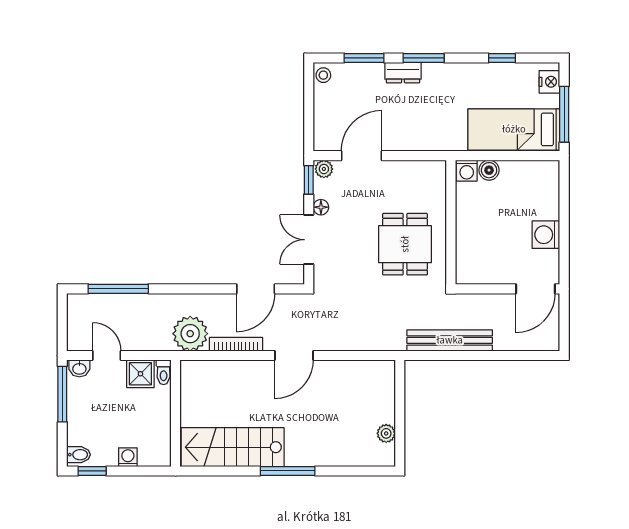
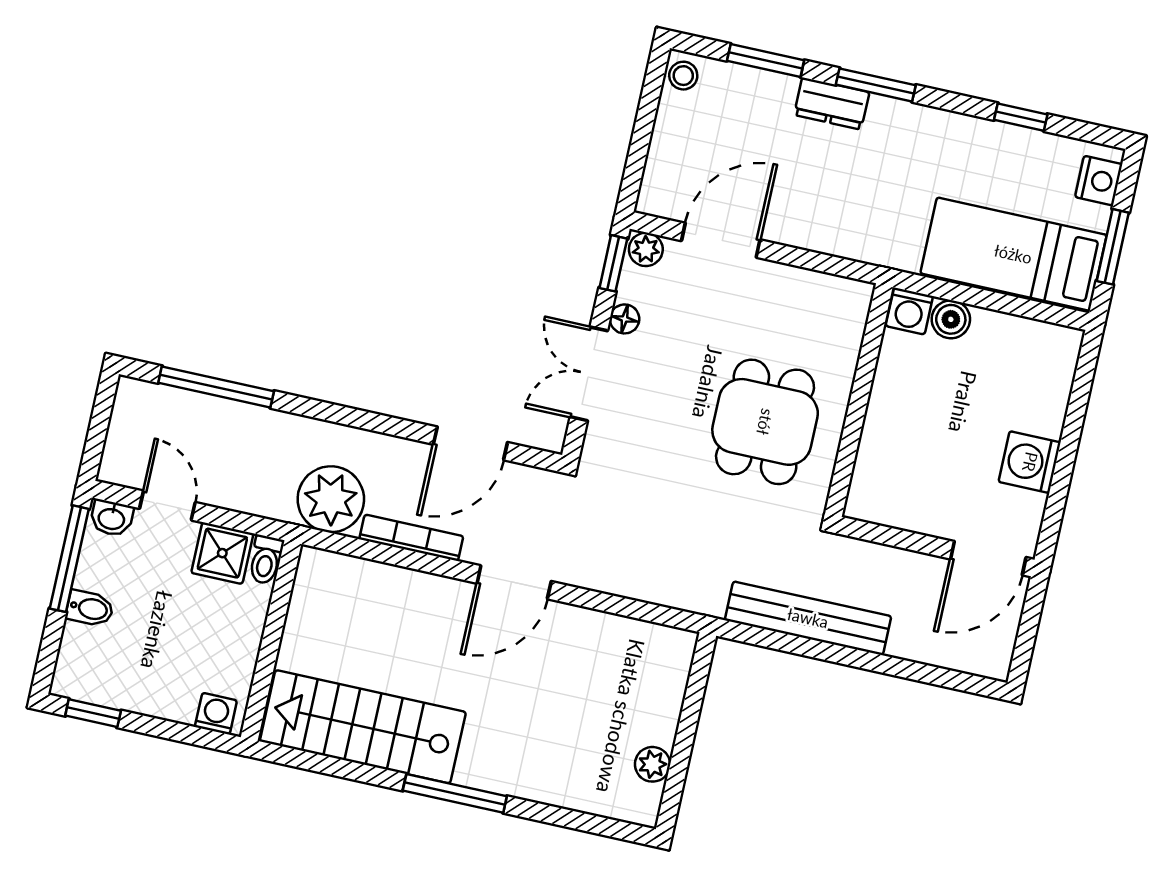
window: (564, 114) -> (1113, 247), width x0.69
bidet: (78, 455) -> (90, 608), moved
washing machine: (128, 457) -> (216, 714), moved

